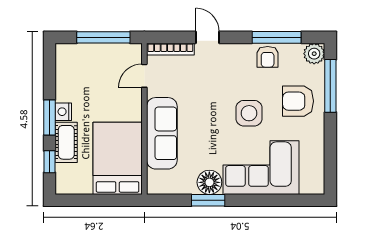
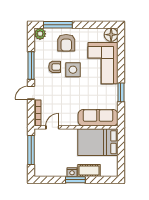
window: (277, 37) -> (31, 65), moved
armchair: (268, 57) -> (55, 67), moved
door: (144, 76) -> (52, 127), swing flipped
sofa: (162, 133) -> (98, 118), moved
window: (49, 162) -> (100, 180), removed
floor lamp: (209, 182) -> (111, 35), moved

